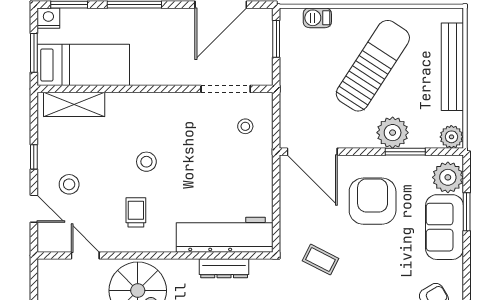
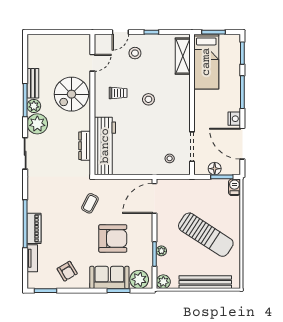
nightstand: (48, 18) -> (234, 119), moved
barbecue: (317, 18) -> (234, 187), moved
floor lamp: (262, 51) -> (215, 169), added
plant: (393, 133) -> (161, 251), width x0.53, depth x0.53
armchair: (373, 201) -> (113, 238), moved

